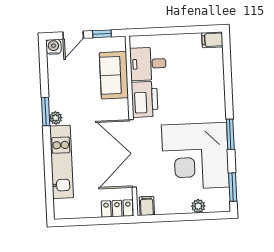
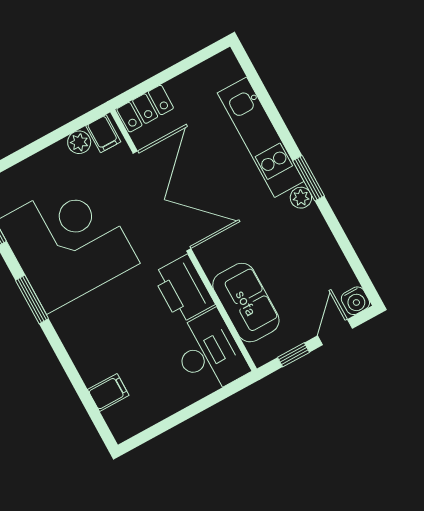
filing cabinet: (212, 40) -> (108, 392), moved
desk: (148, 64) -> (209, 353), width x1.37
window: (46, 112) -> (309, 178), moved
plant: (198, 206) -> (79, 142), moved

